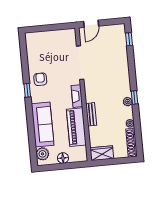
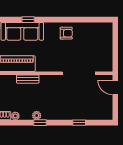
window: (129, 39) -> (79, 123), moved
window: (27, 90) -> (28, 20), moved
fireplace: (77, 96) -> (47, 67), removed

